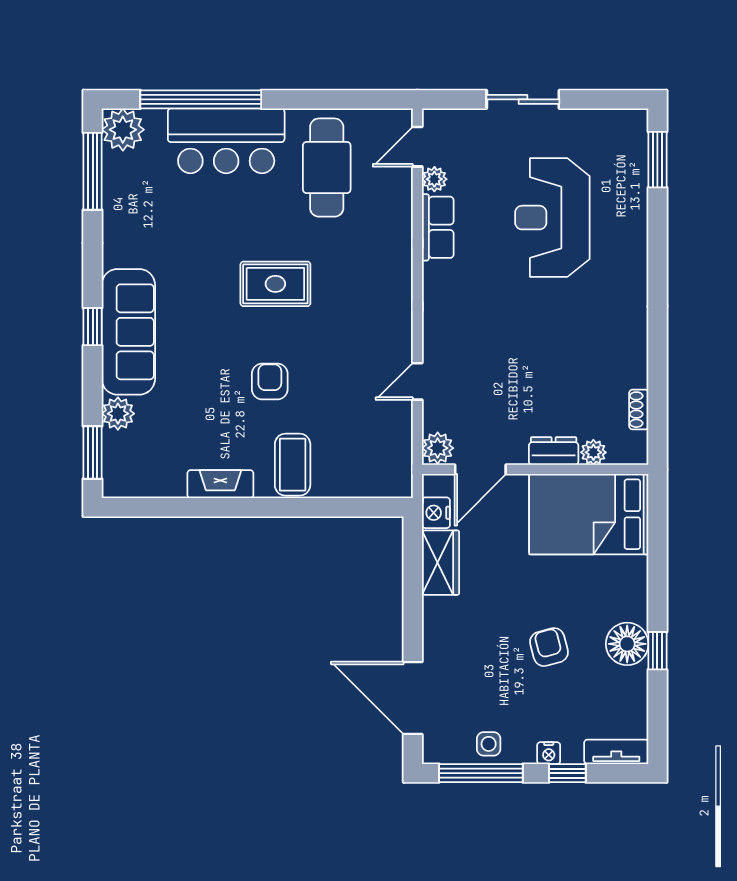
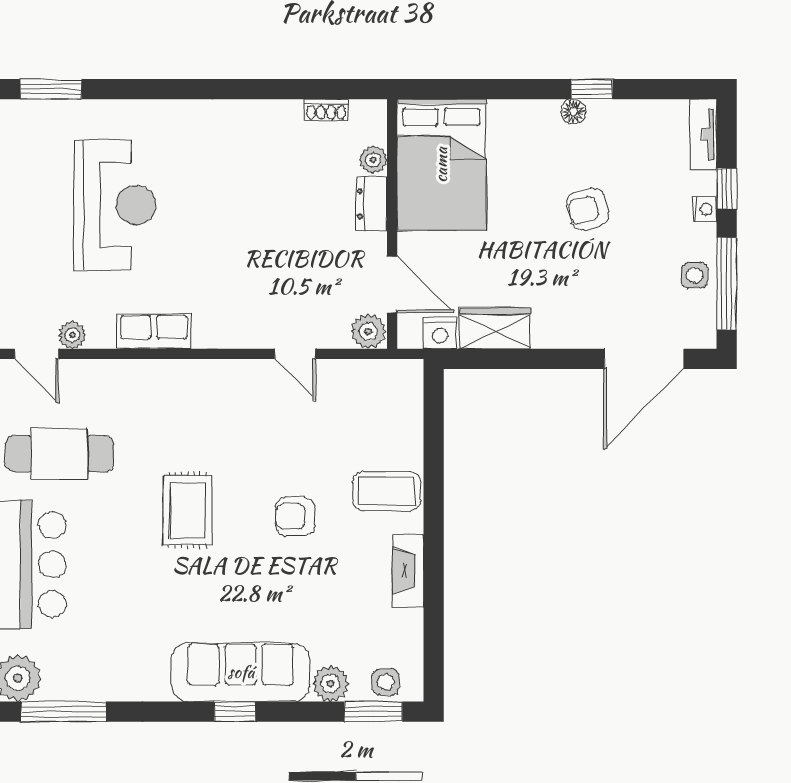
reception desk: (552, 218) -> (115, 205), turned -90
row of seats: (438, 227) -> (154, 331), moved
side table: (119, 464) -> (386, 682), added
floor lamp: (627, 644) -> (573, 112), width x0.53, depth x0.53

